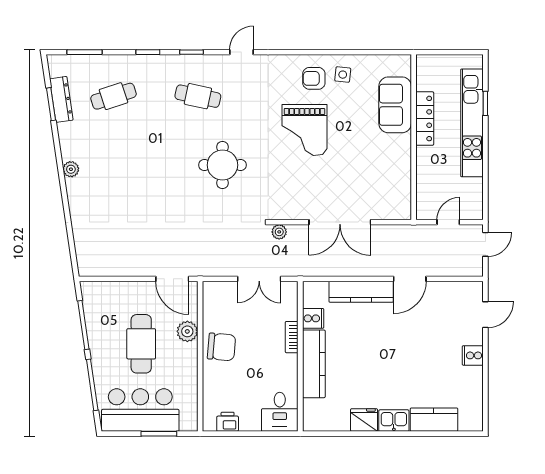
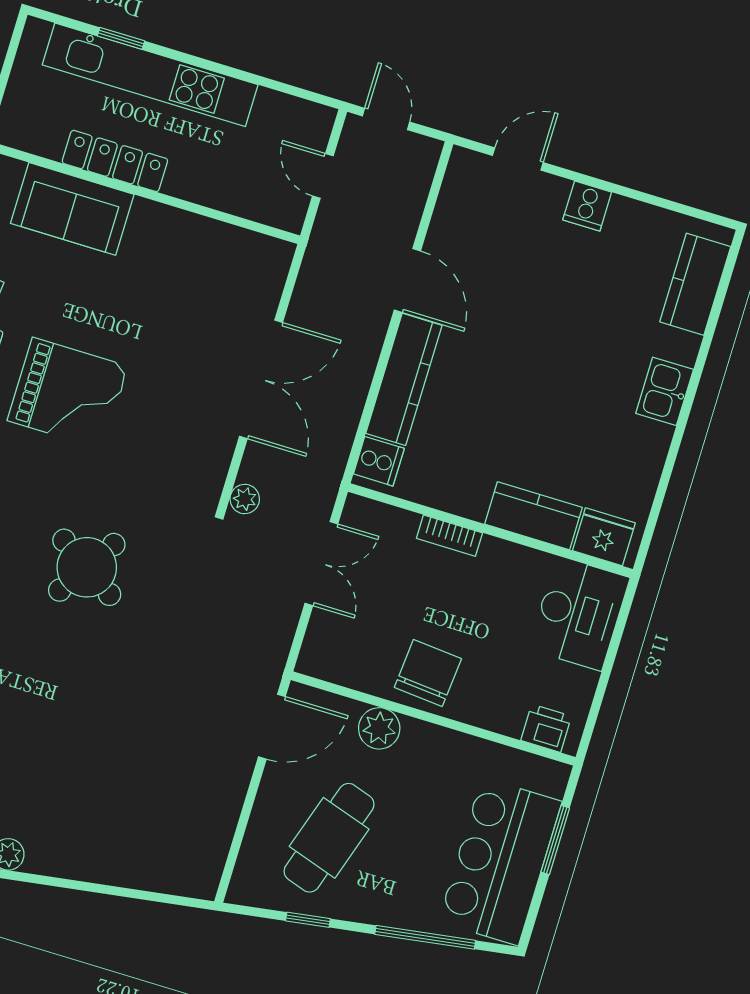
round table: (222, 165) -> (87, 567), turned 33
door: (485, 315) -> (518, 159), hinge flipped
cooker: (313, 318) -> (379, 461), moved, turned 90
window: (83, 325) -> (308, 920), width x0.46
cafe table: (141, 344) -> (329, 838), moved, turned -72
kitchen counter: (314, 364) -> (534, 516), width x0.67
desk: (280, 412) -> (579, 613), width x1.37
fridge: (364, 420) -> (604, 537), moved, turned 90
kitchen counter: (434, 420) -> (695, 284), moved
printer: (228, 422) -> (546, 728), moved, turned 90

